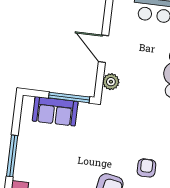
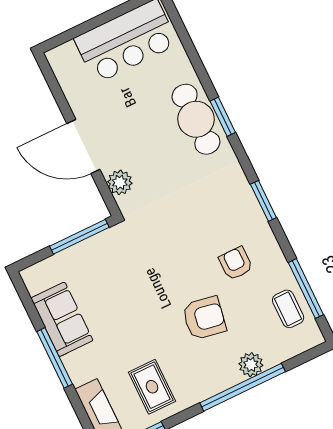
door: (104, 49) -> (83, 146), width x1.36
sofa: (55, 111) -> (62, 319), moved, turned -90

